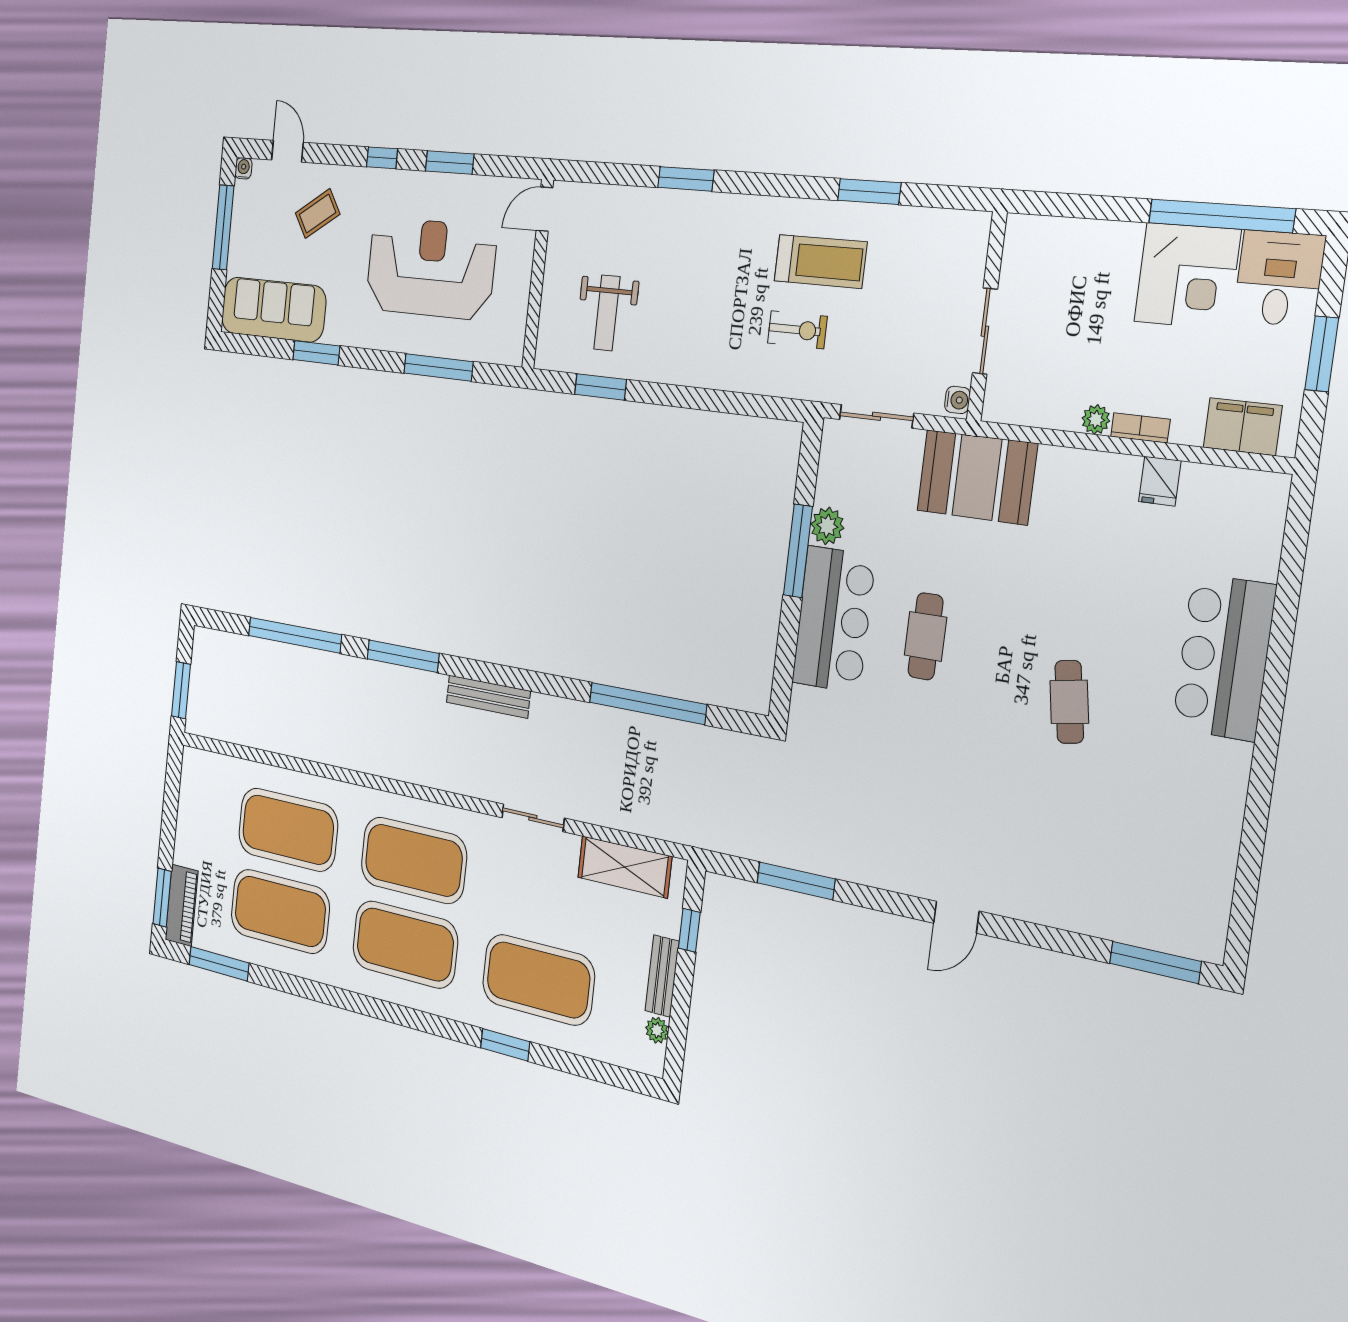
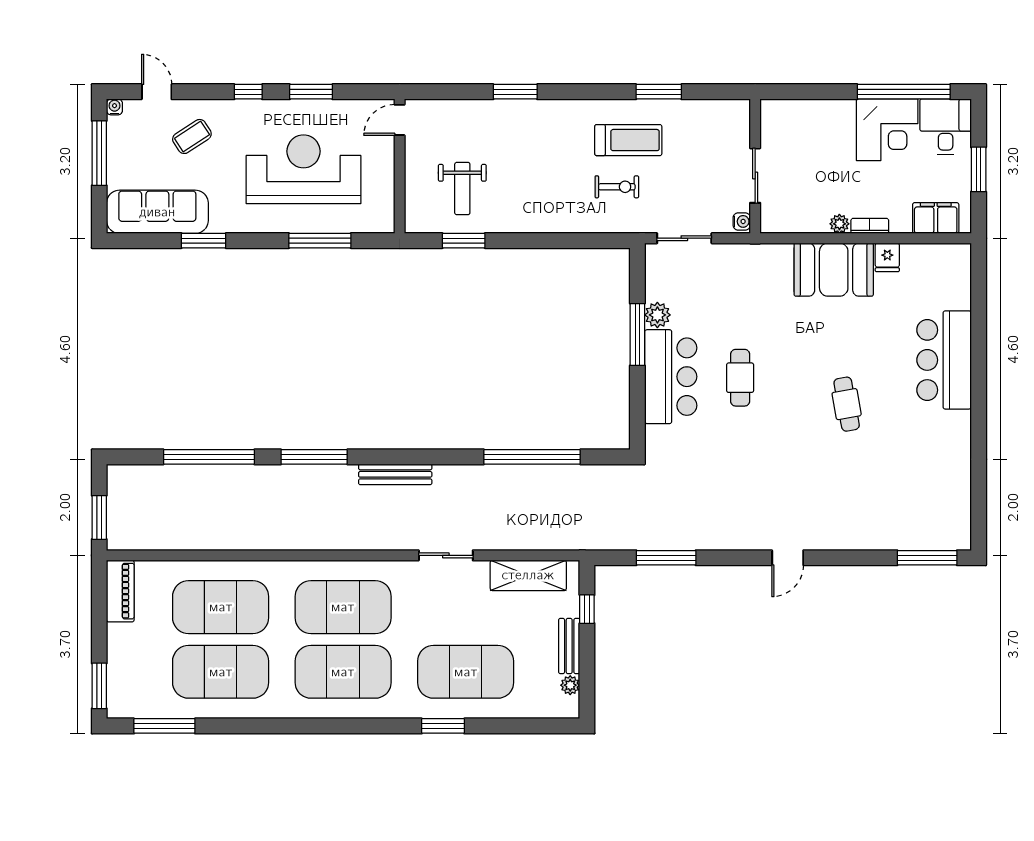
booth: (977, 477) -> (834, 270), moved
piano: (182, 905) -> (120, 591), moved

